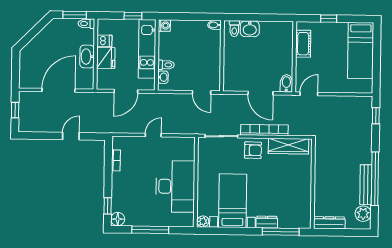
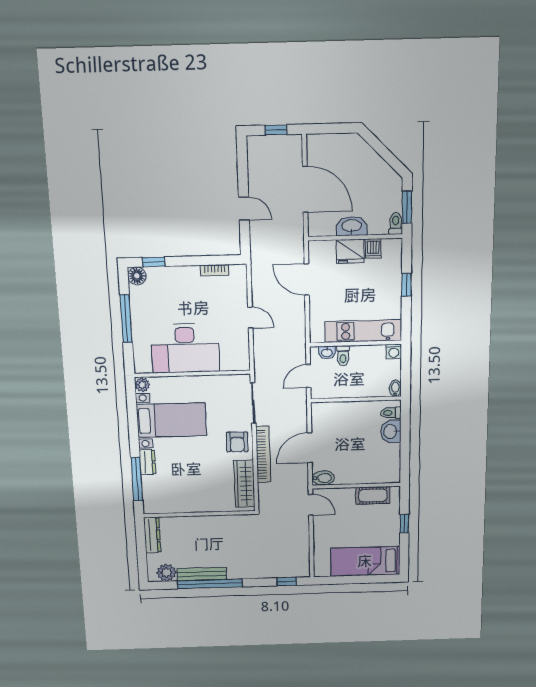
washing machine: (164, 26) -> (394, 352), moved
kitchen unit: (147, 49) -> (363, 331), moved
wall: (157, 55) -> (356, 344), moved
toilet: (166, 65) -> (343, 356), moved
washbasin: (163, 77) -> (327, 352), moved

